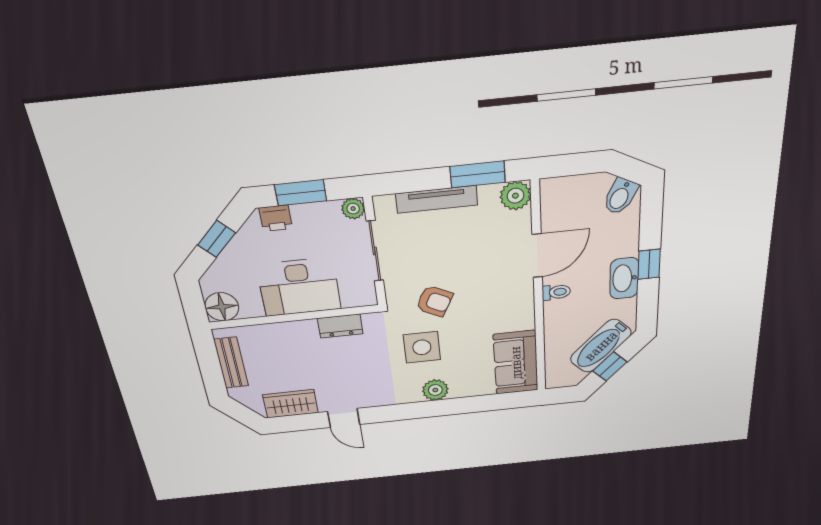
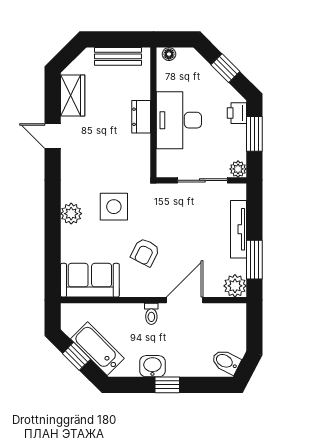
door: (537, 256) -> (185, 300), swing flipped
washbasin: (624, 278) -> (152, 366), width x0.72
armchair: (434, 301) -> (145, 252), moved
floor lamp: (222, 307) -> (169, 54), width x0.53, depth x0.53
dresser: (340, 326) -> (141, 117), moved
door: (344, 418) -> (53, 136), hinge flipped

